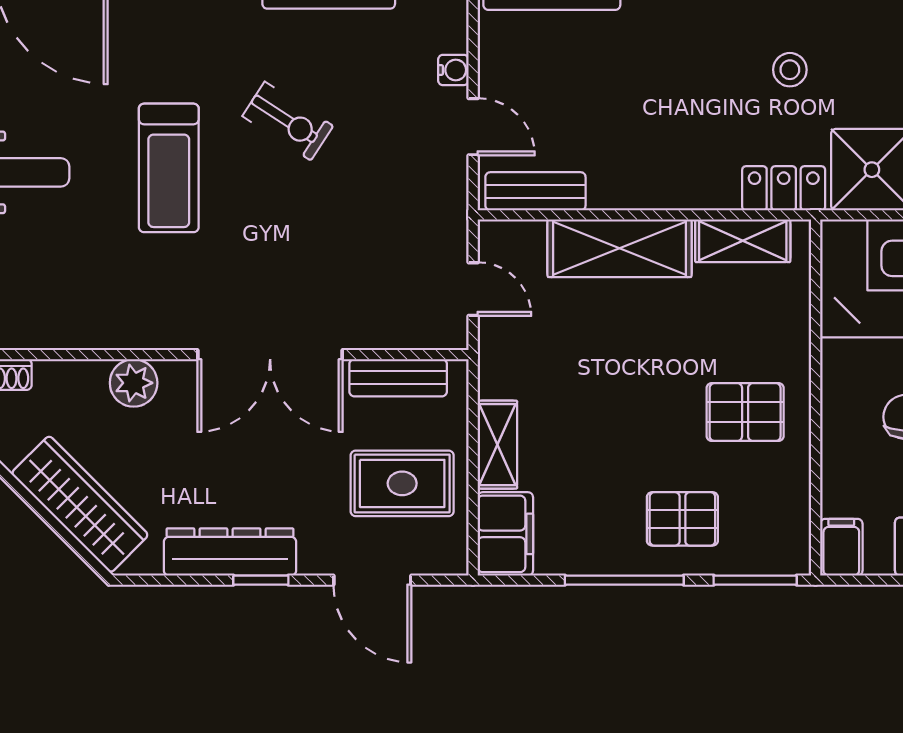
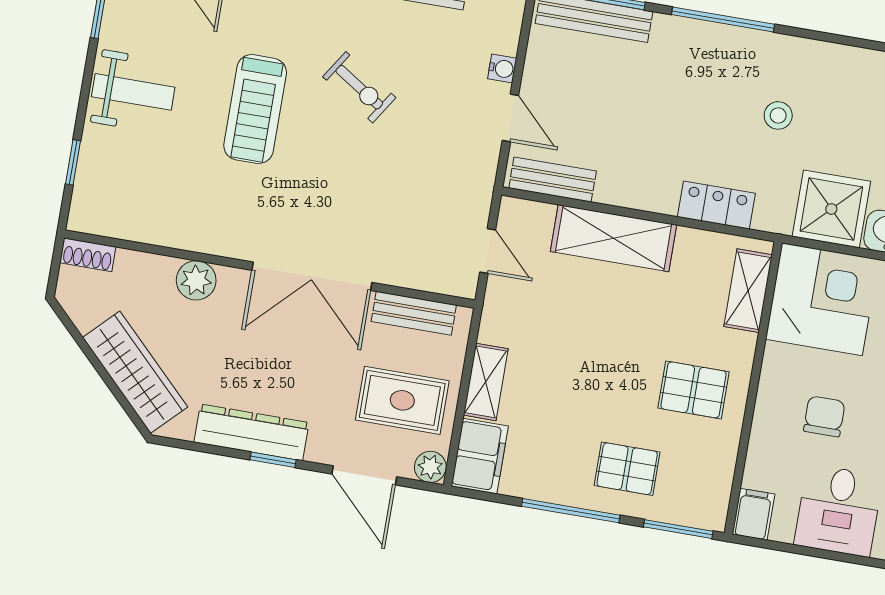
locker: (784, 188) -> (716, 205), moved
shelving: (743, 241) -> (748, 291), moved, turned 90
plant: (449, 557) -> (430, 467), added

